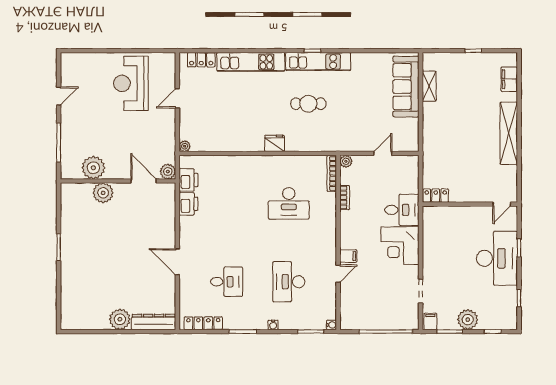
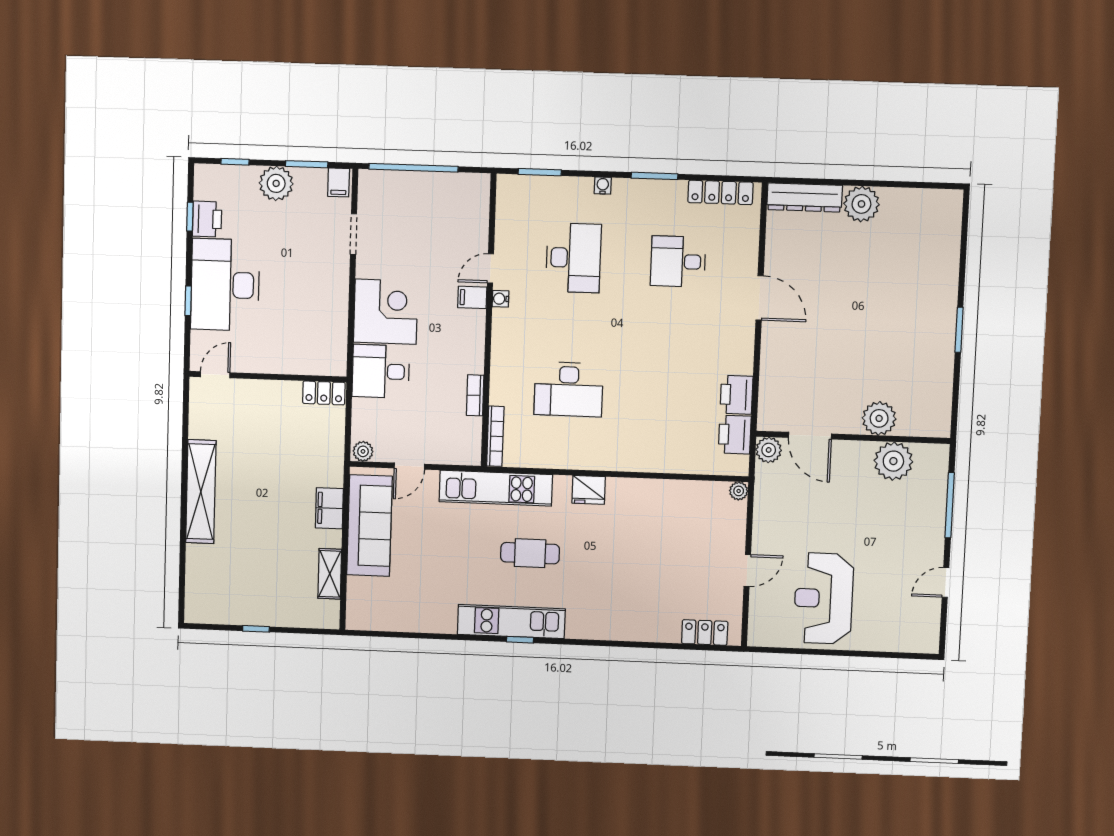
kitchen unit: (251, 62) -> (496, 488), moved, turned 180
filing cabinet: (509, 79) -> (329, 508), moved, turned 180
reception desk: (131, 83) -> (824, 598), turned 180
sofa: (406, 87) -> (369, 526), moved
plant: (346, 161) -> (363, 451), moved
desk: (289, 203) -> (569, 389), turned 180
printer: (509, 297) -> (207, 219), added
water cooler: (331, 325) -> (500, 299), moved

